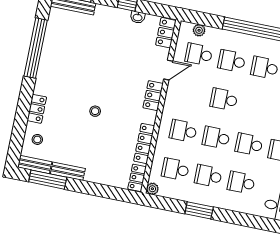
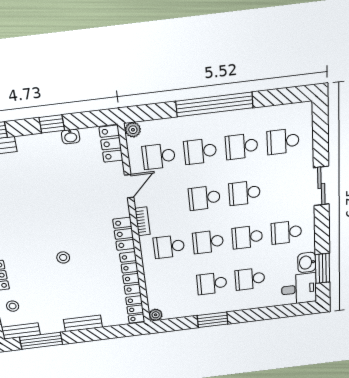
plant: (199, 30) -> (133, 130), moved
locker: (153, 96) -> (124, 234), moved
bookcase: (169, 102) -> (142, 221), added
school desk: (175, 169) -> (245, 193), moved
bench: (68, 171) -> (83, 323), moved

